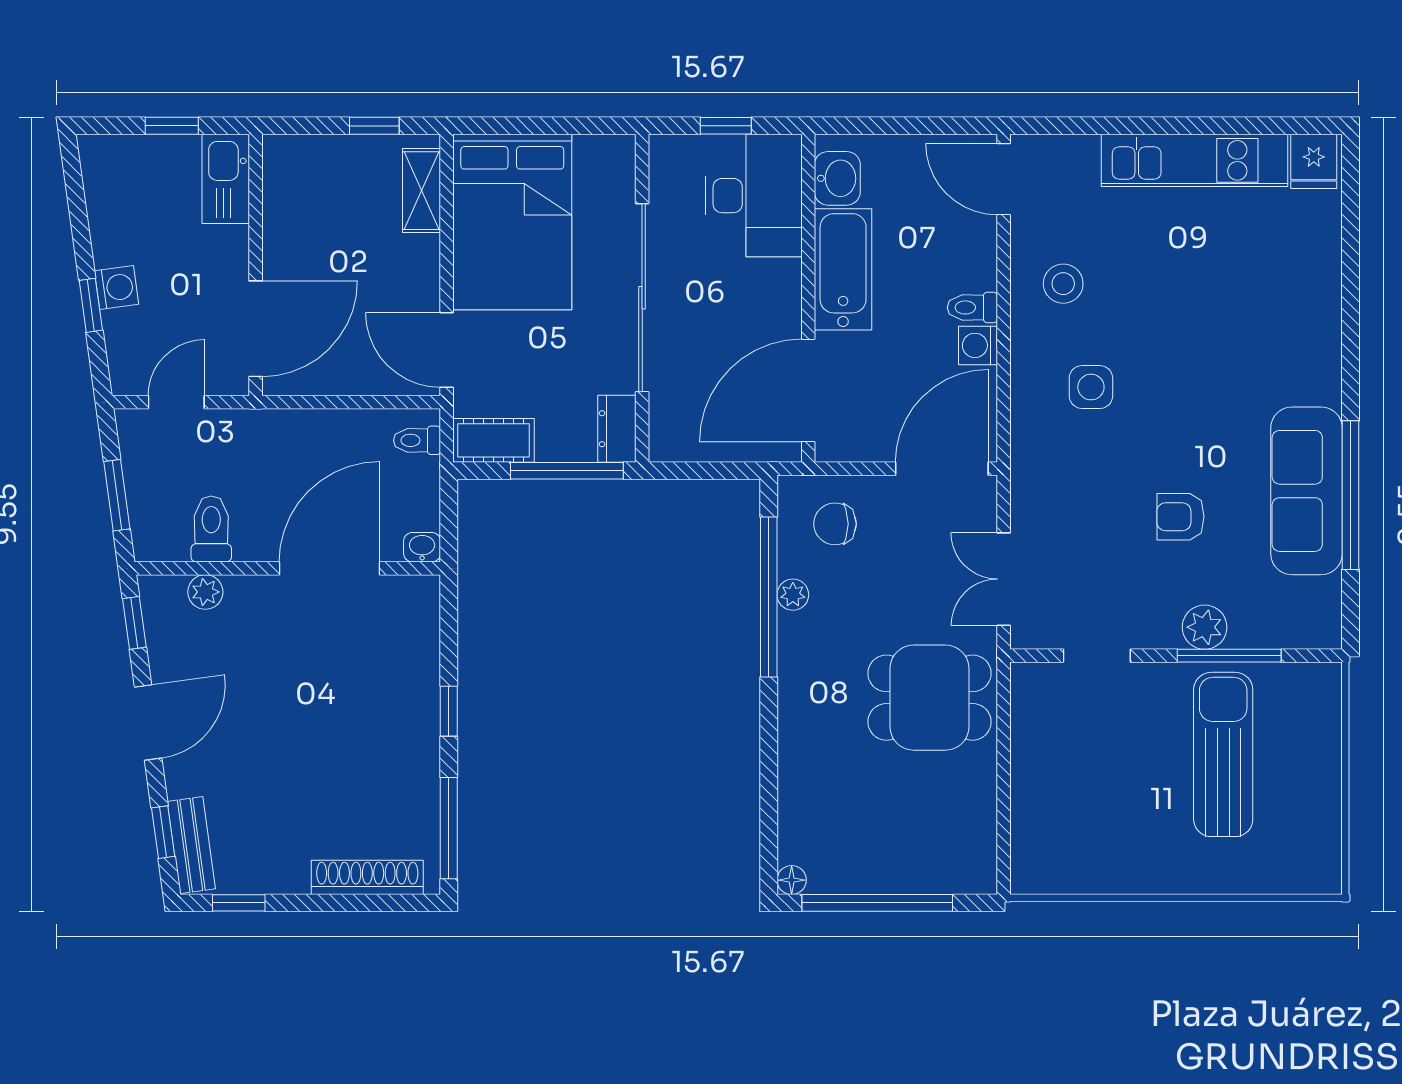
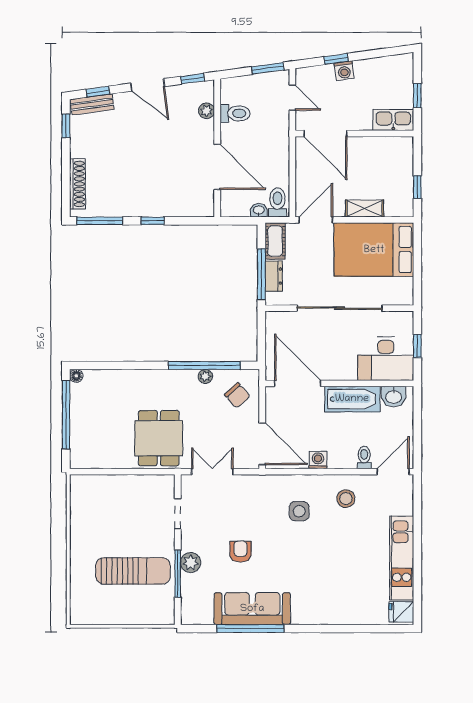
shelving: (422, 191) -> (364, 208), moved
toilet: (972, 307) -> (364, 458), moved
dresser: (617, 429) -> (274, 276), moved, turned 90
toilet: (417, 440) -> (277, 202), width x1.37, depth x1.39
window: (117, 495) -> (268, 68), moved
chair: (835, 524) -> (237, 395), turned 138
washbasin: (422, 547) -> (259, 210), moved, turned -90

